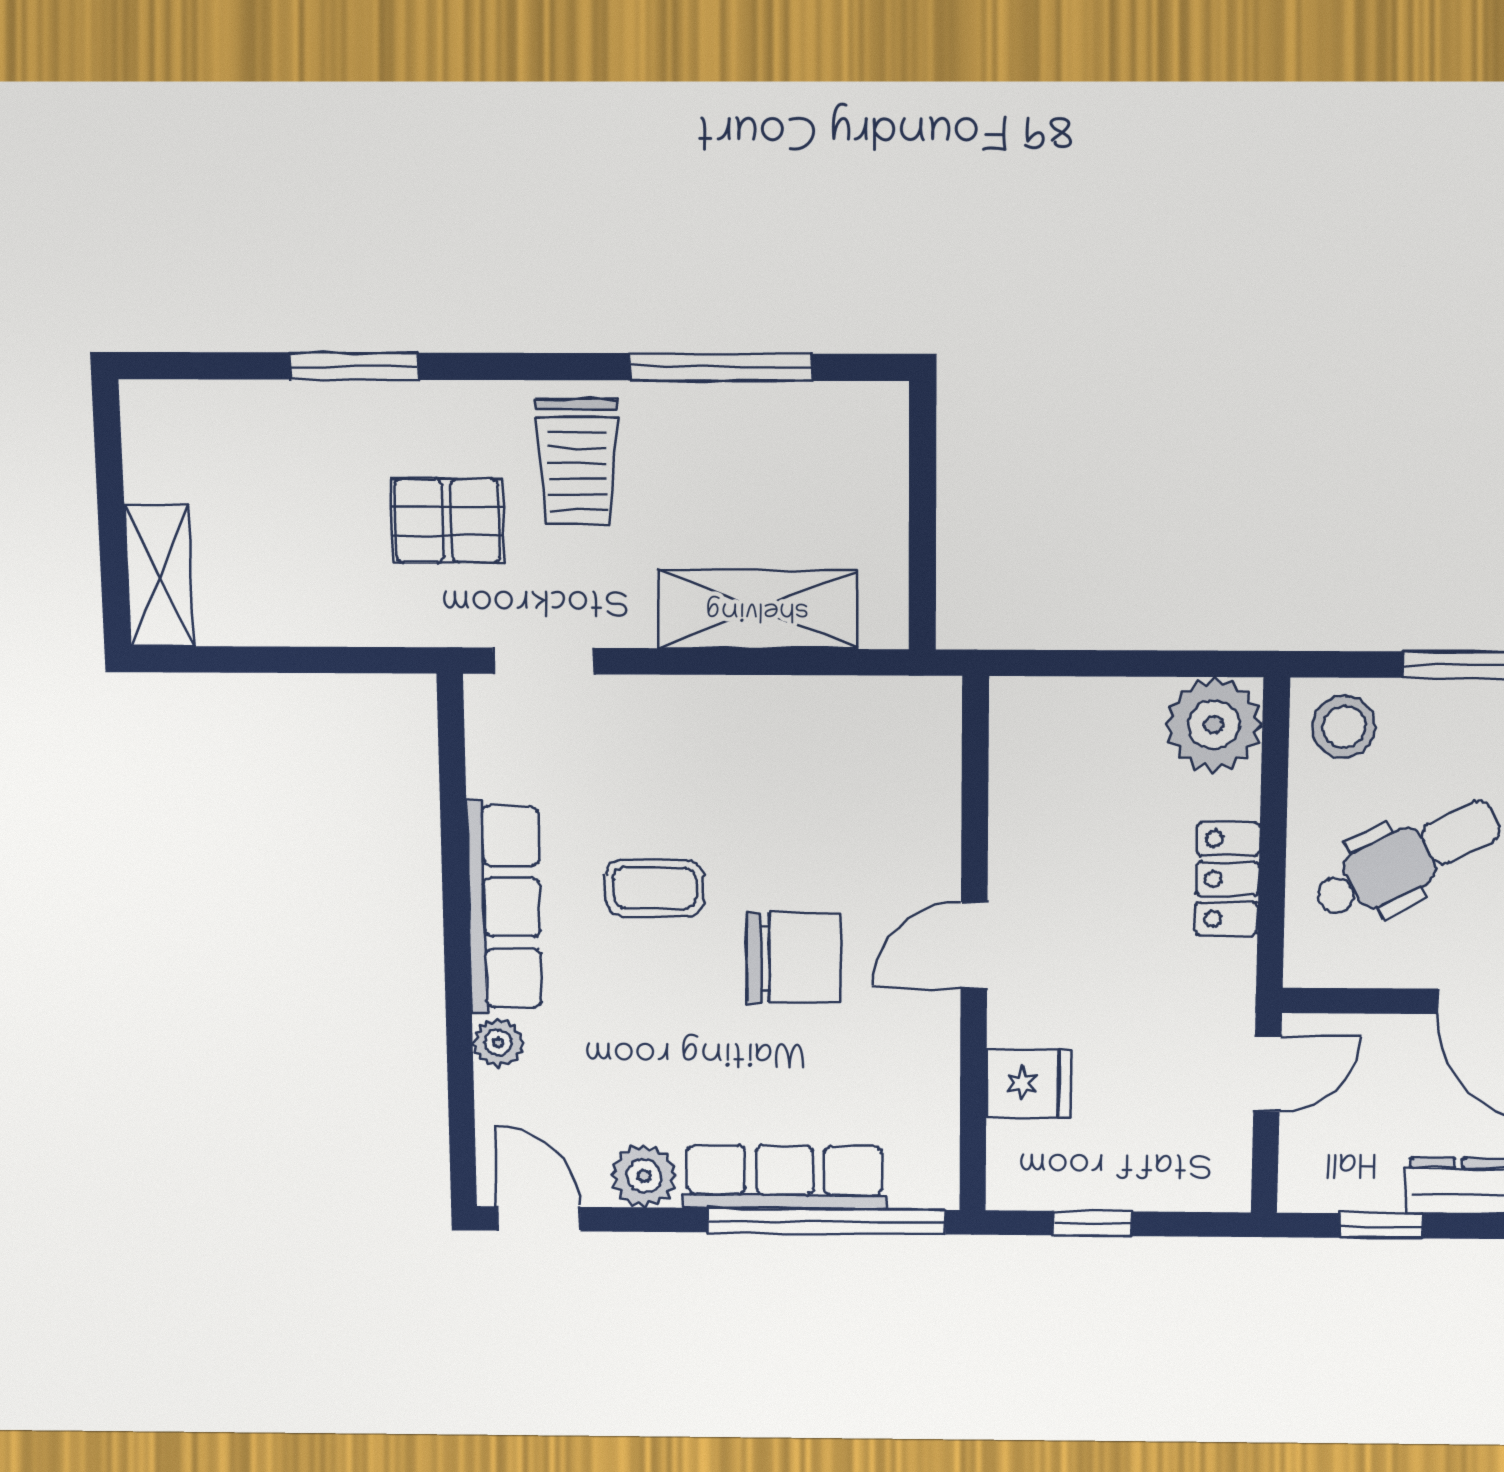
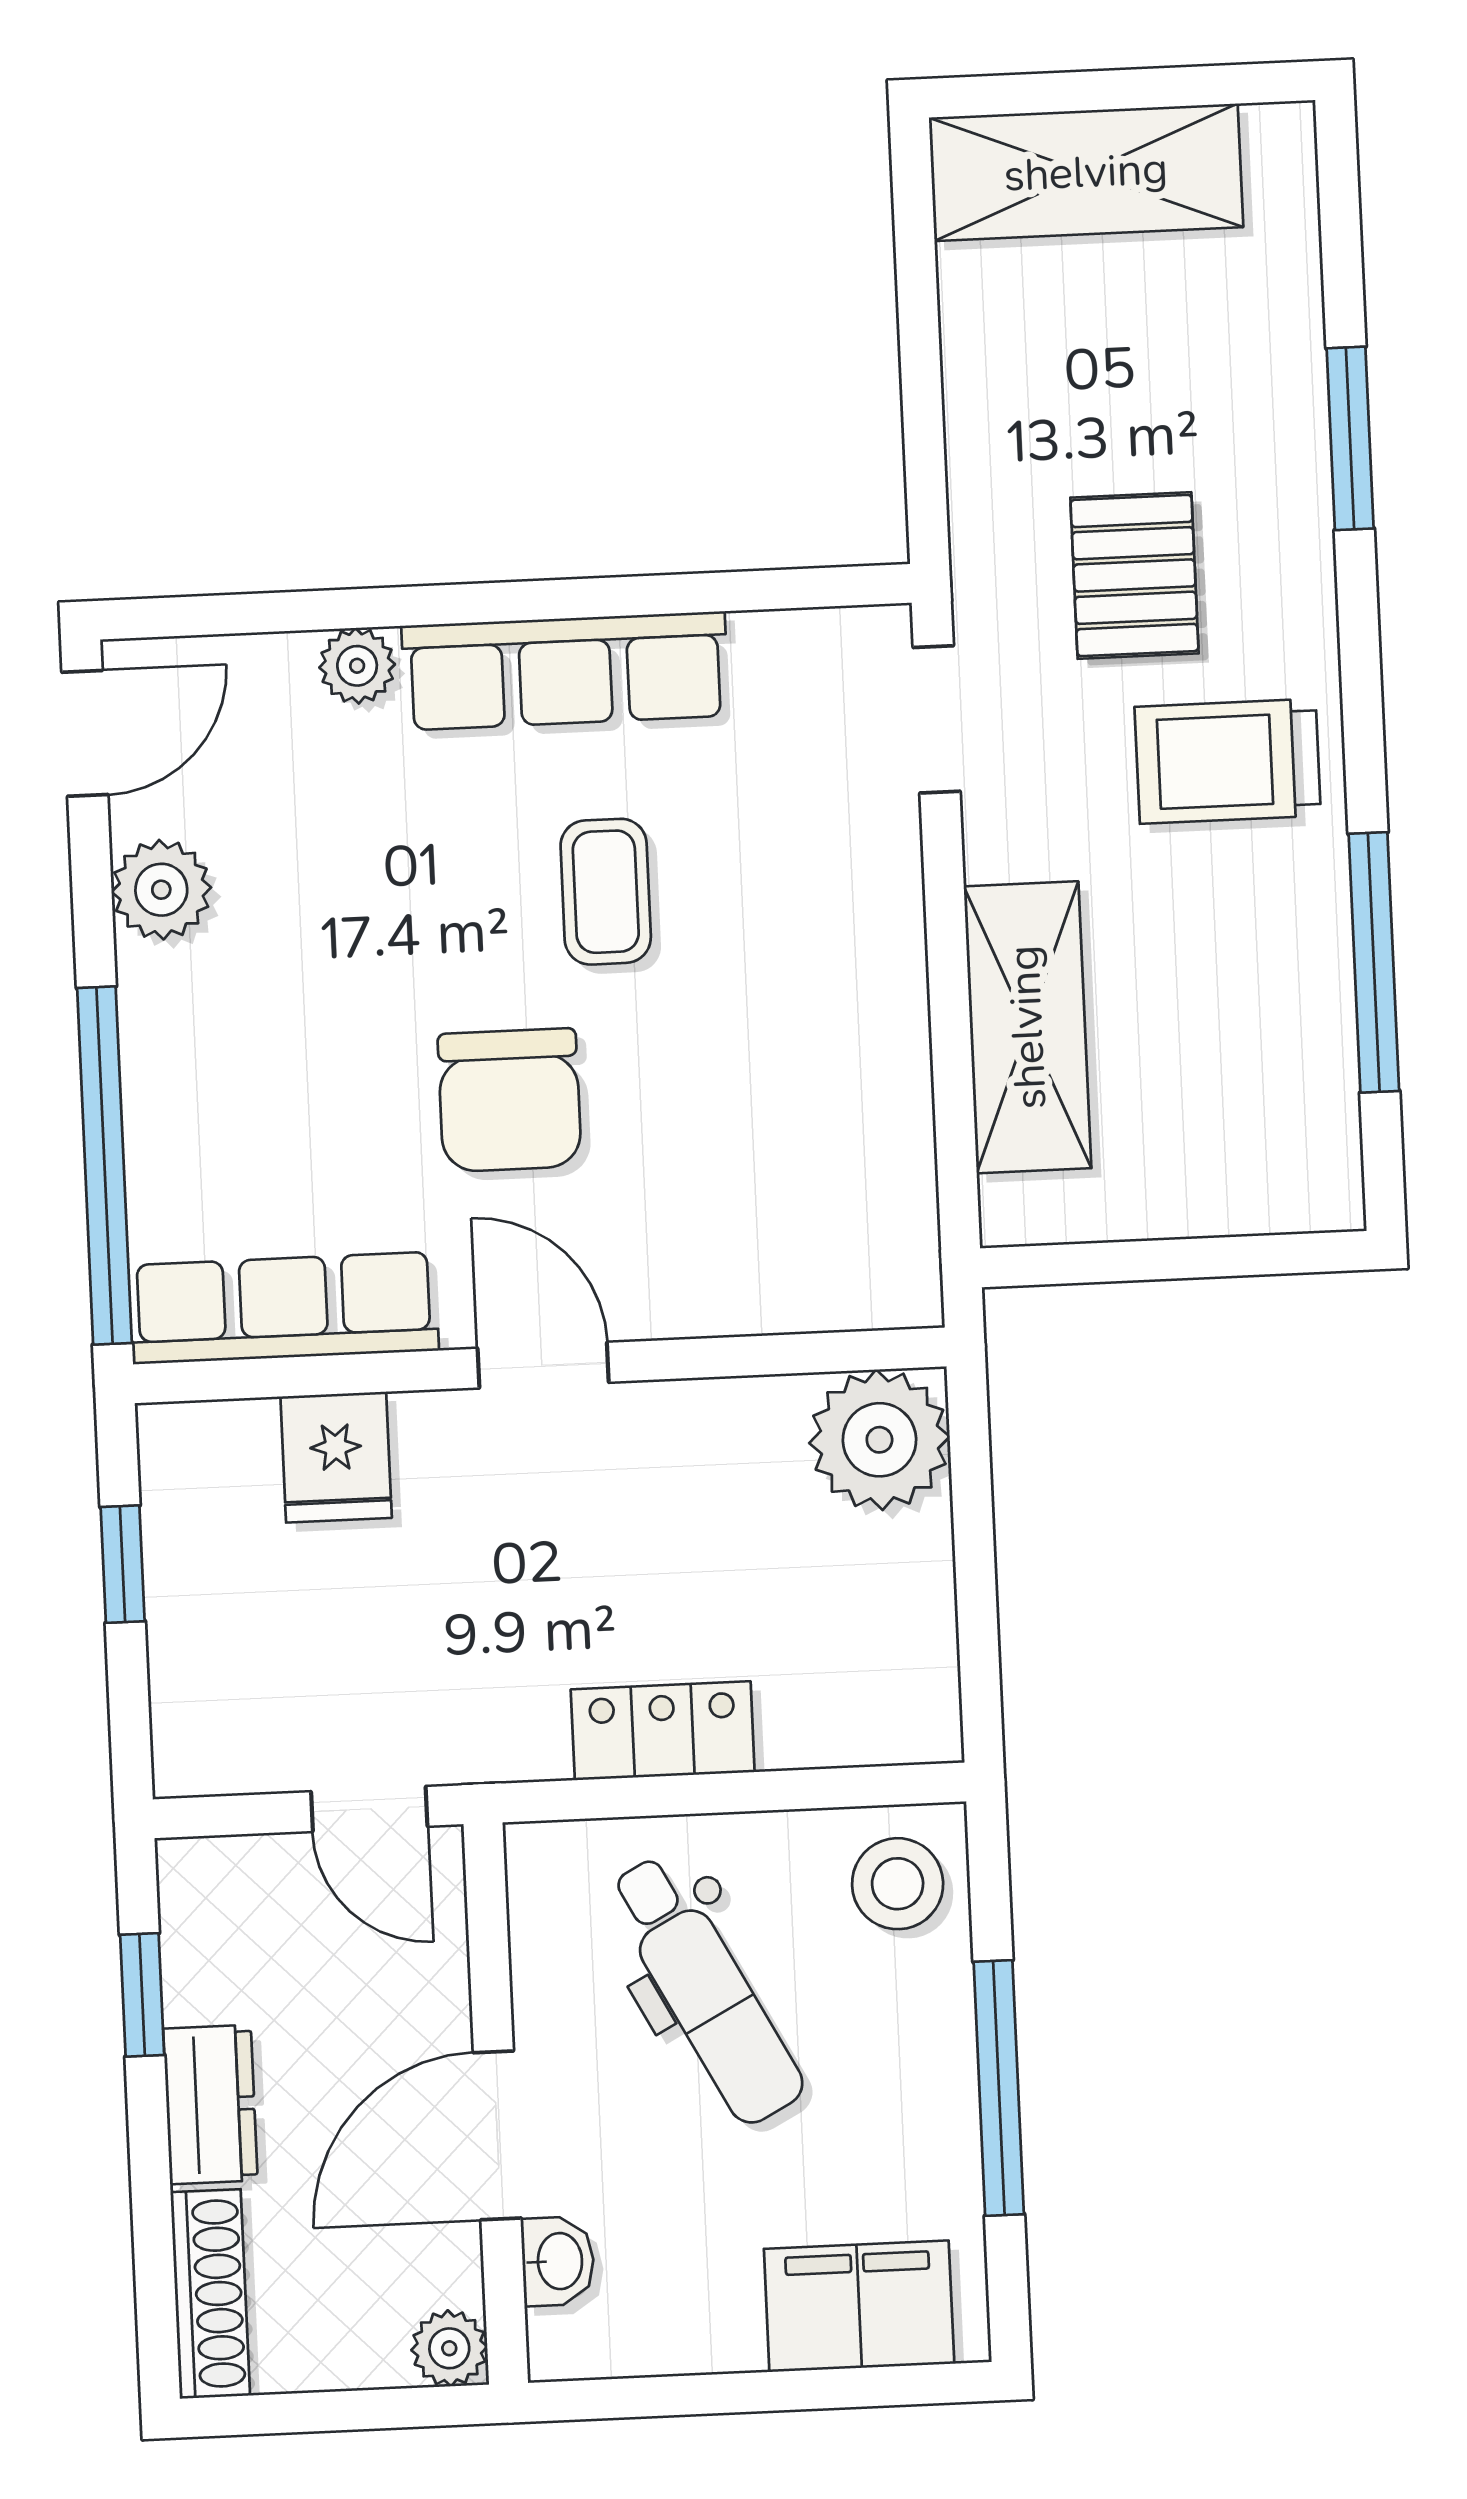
shelving: (159, 576) -> (1086, 172), width x1.50, depth x1.33
plant: (1214, 725) -> (879, 1440), moved
row of seats: (785, 1177) -> (284, 1308), moved, turned -90

